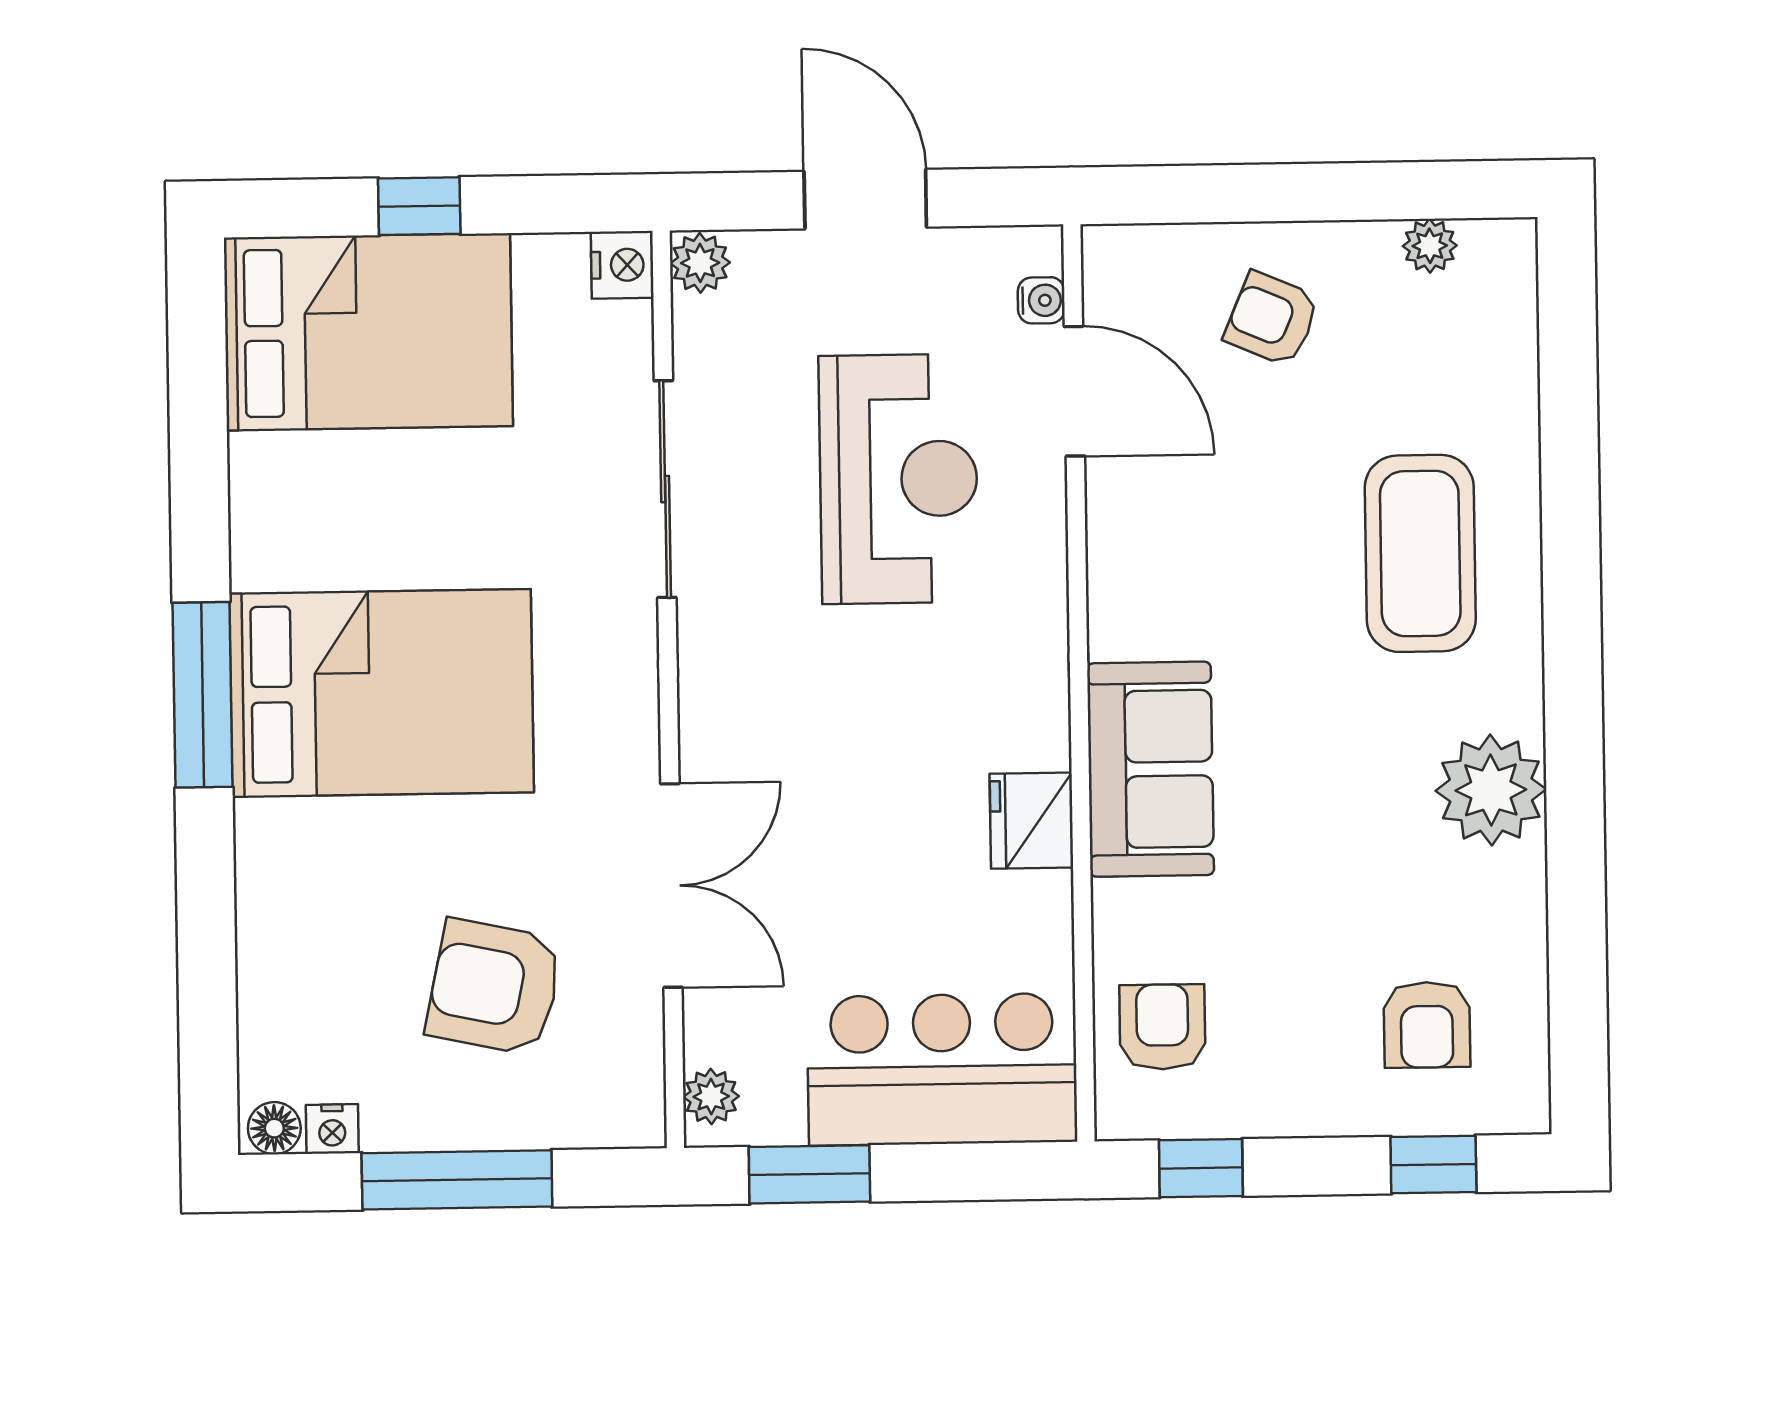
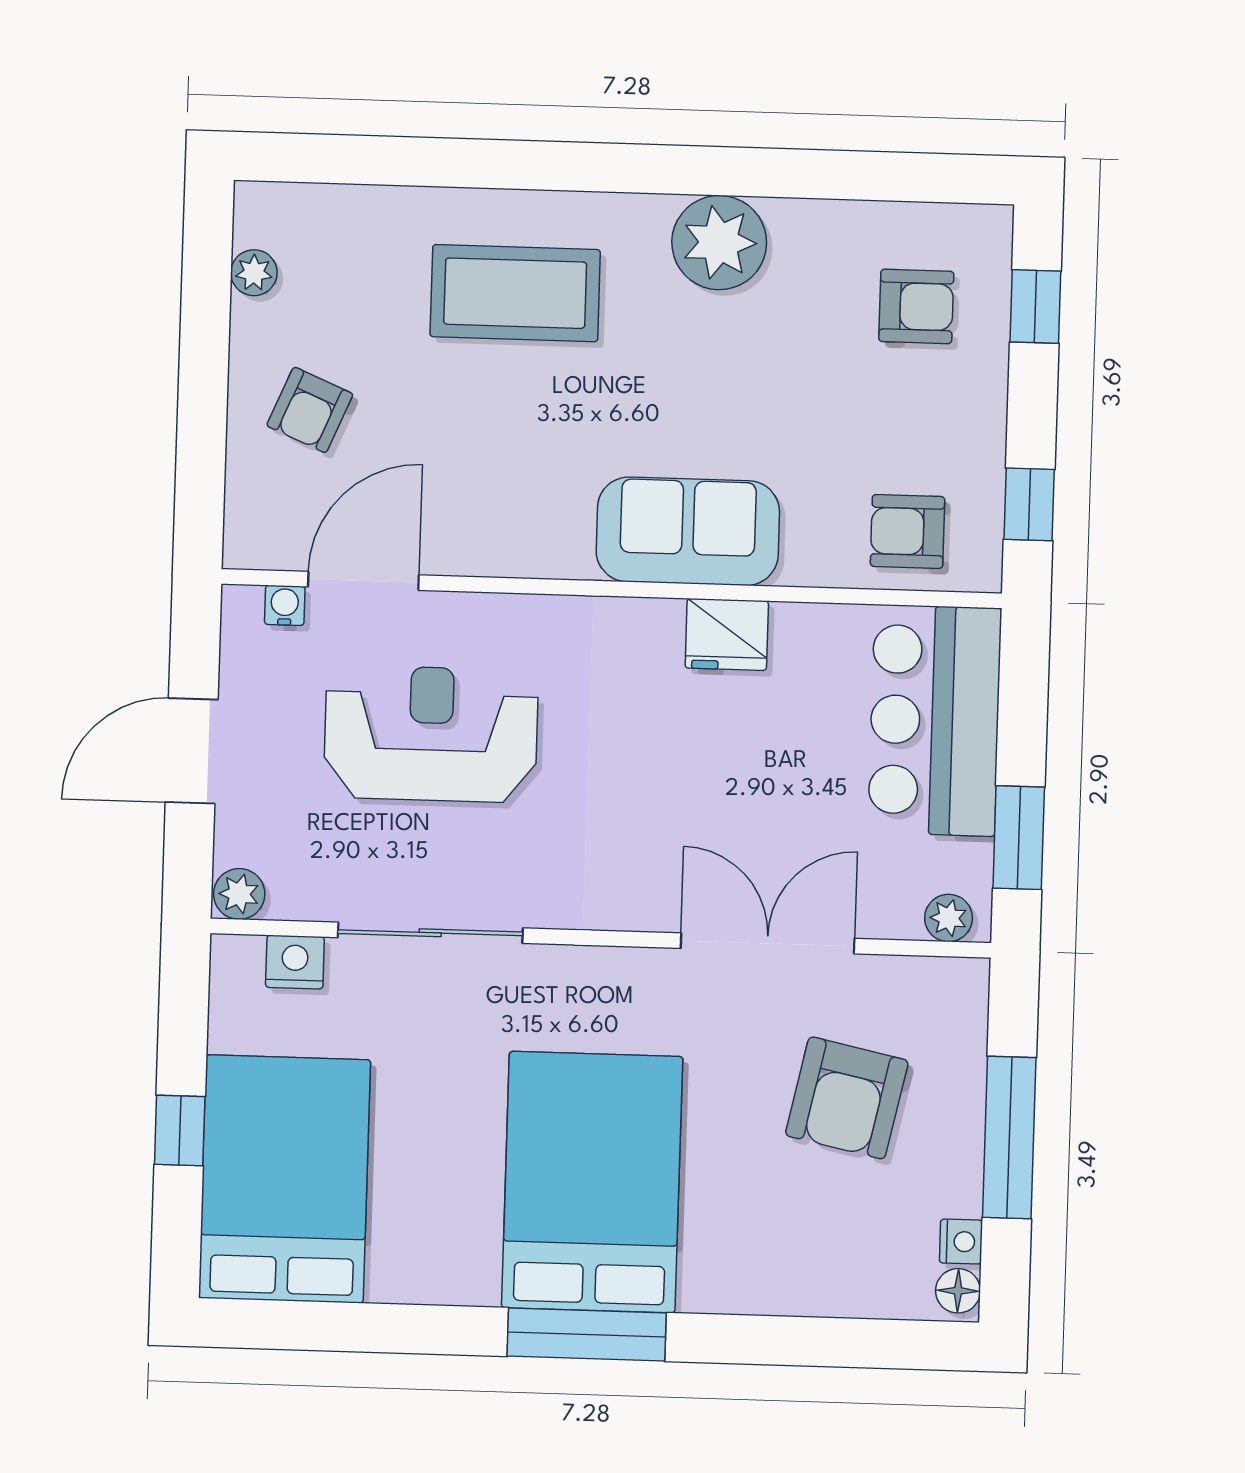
nightstand: (622, 265) -> (295, 962), moved

